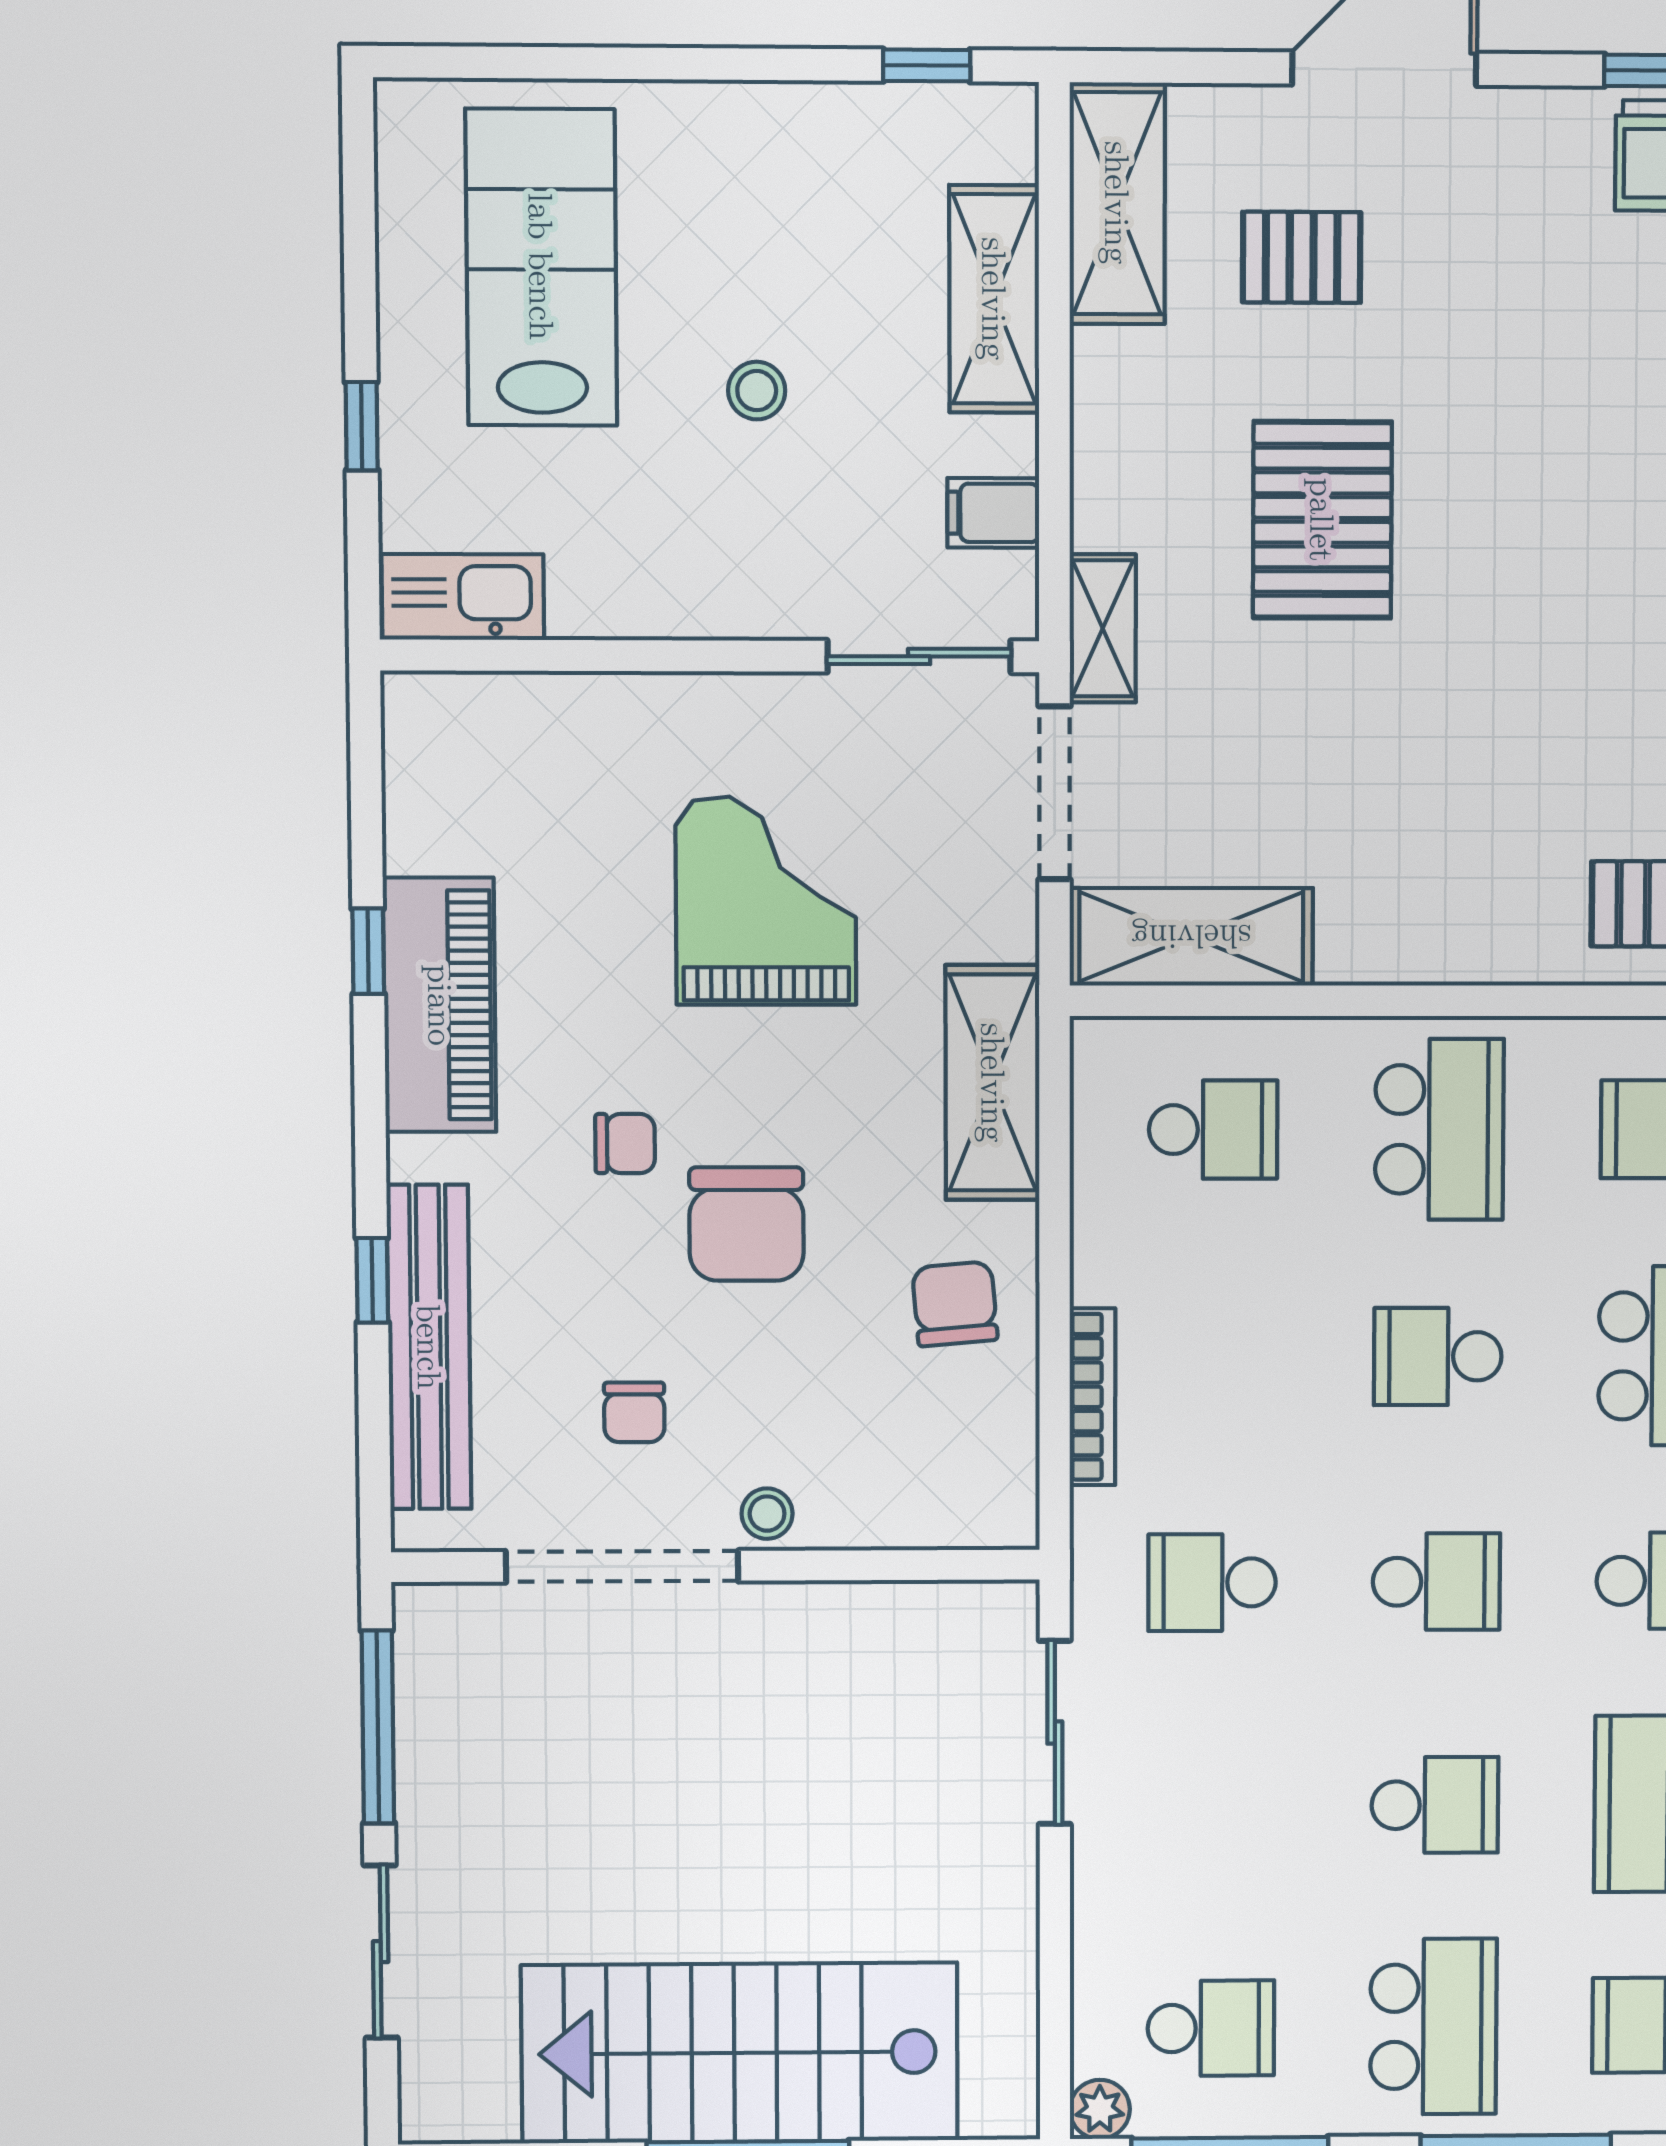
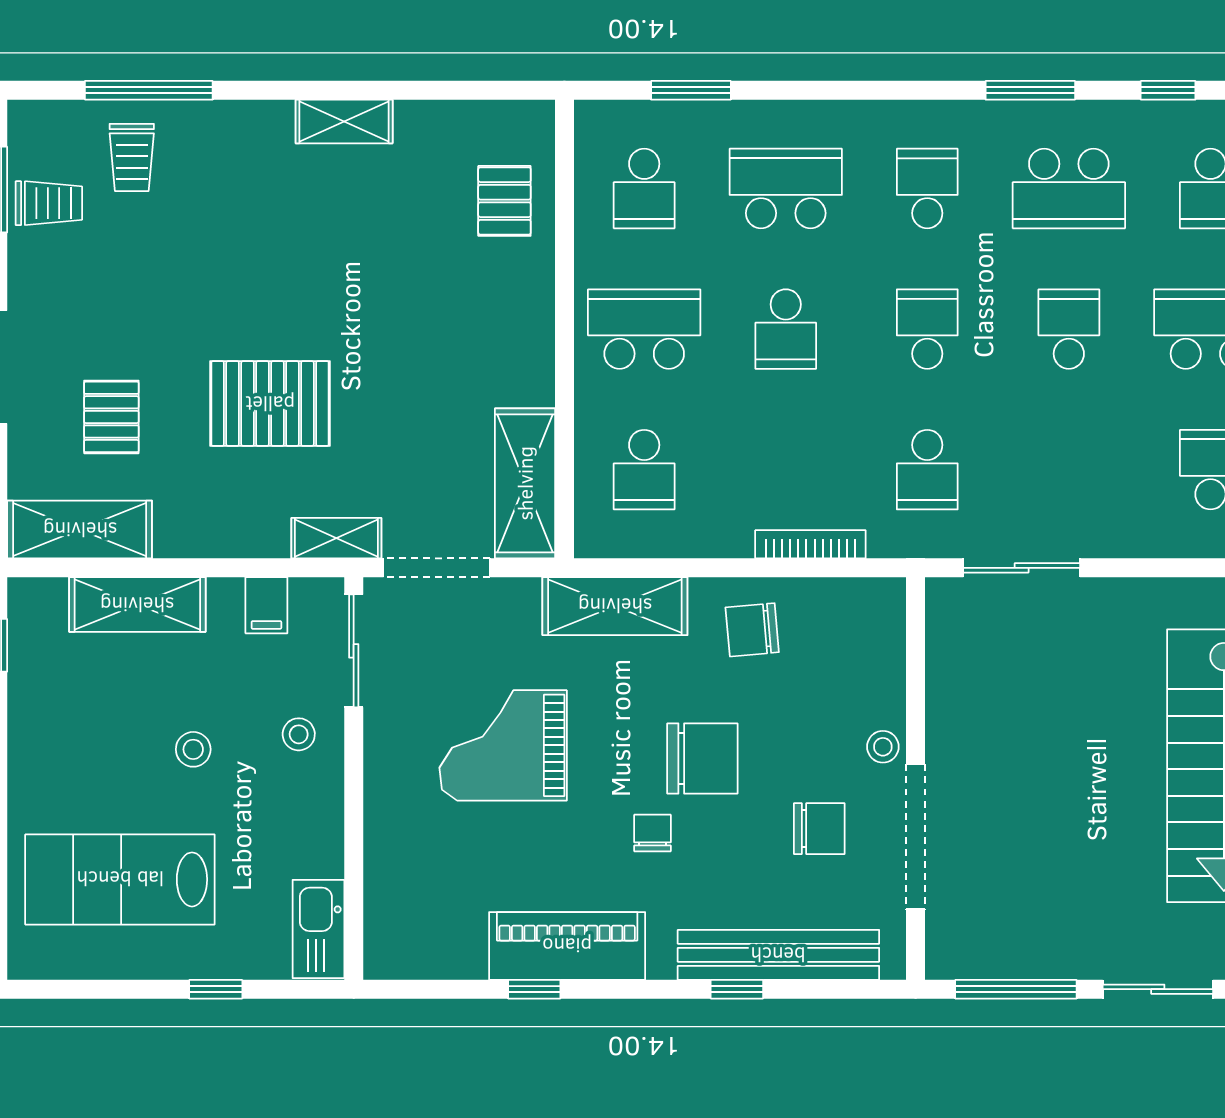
stool: (782, 565) -> (299, 734), added
school desk: (1213, 1130) -> (644, 470), turned 180
chair: (634, 1412) -> (819, 829), width x1.37, depth x1.37

